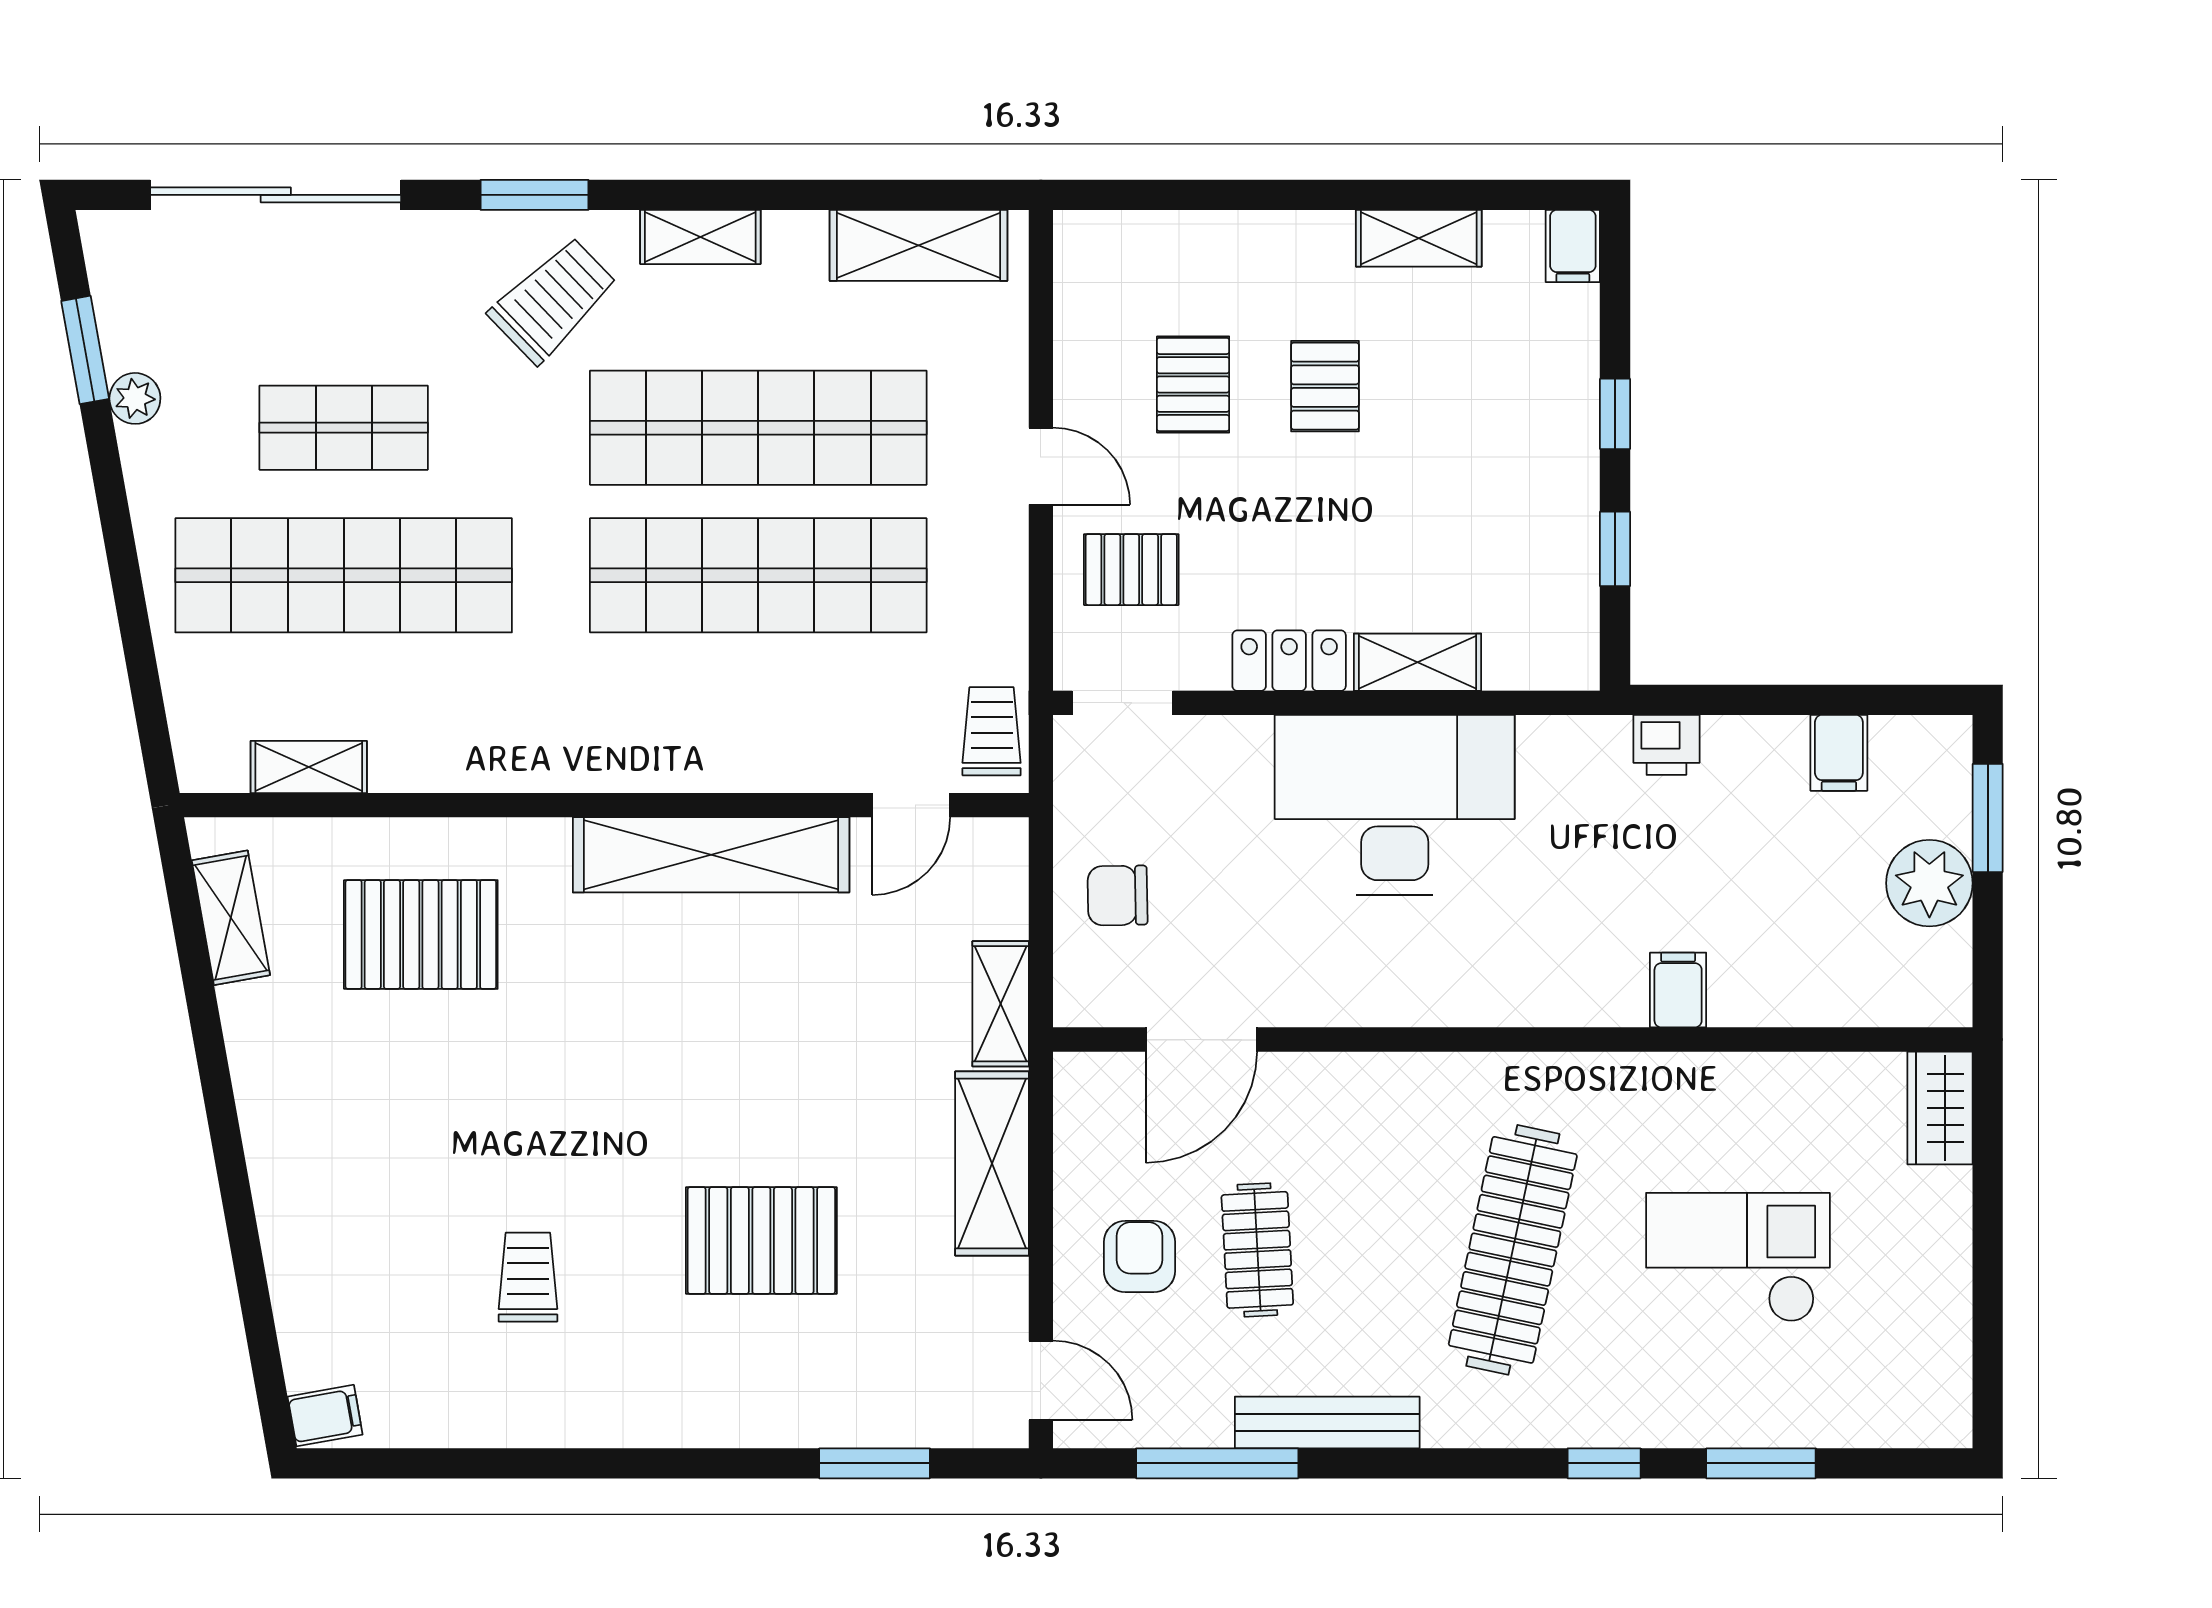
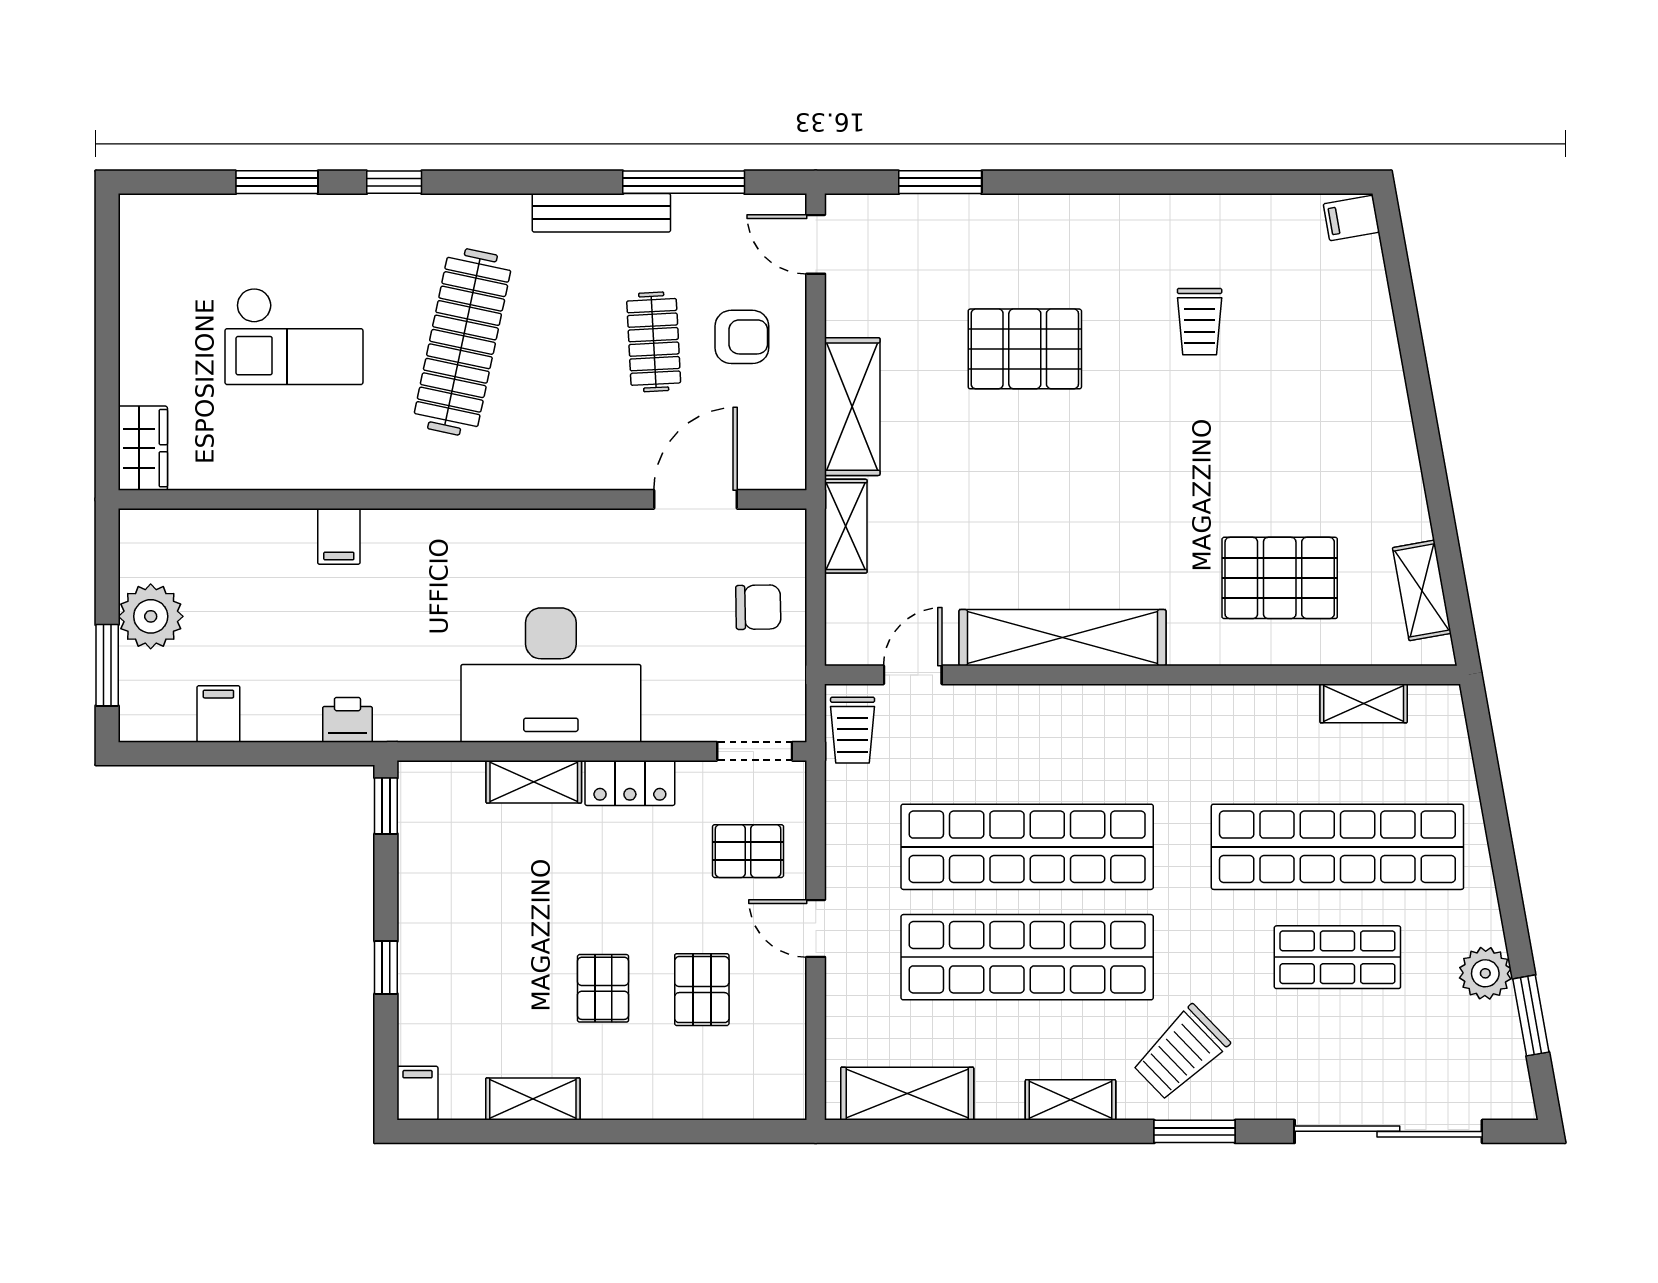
plant: (135, 398) -> (1485, 973), width x1.38, depth x1.38
window: (1615, 549) -> (386, 806), moved
armchair: (1140, 1257) -> (742, 337), turned -90

